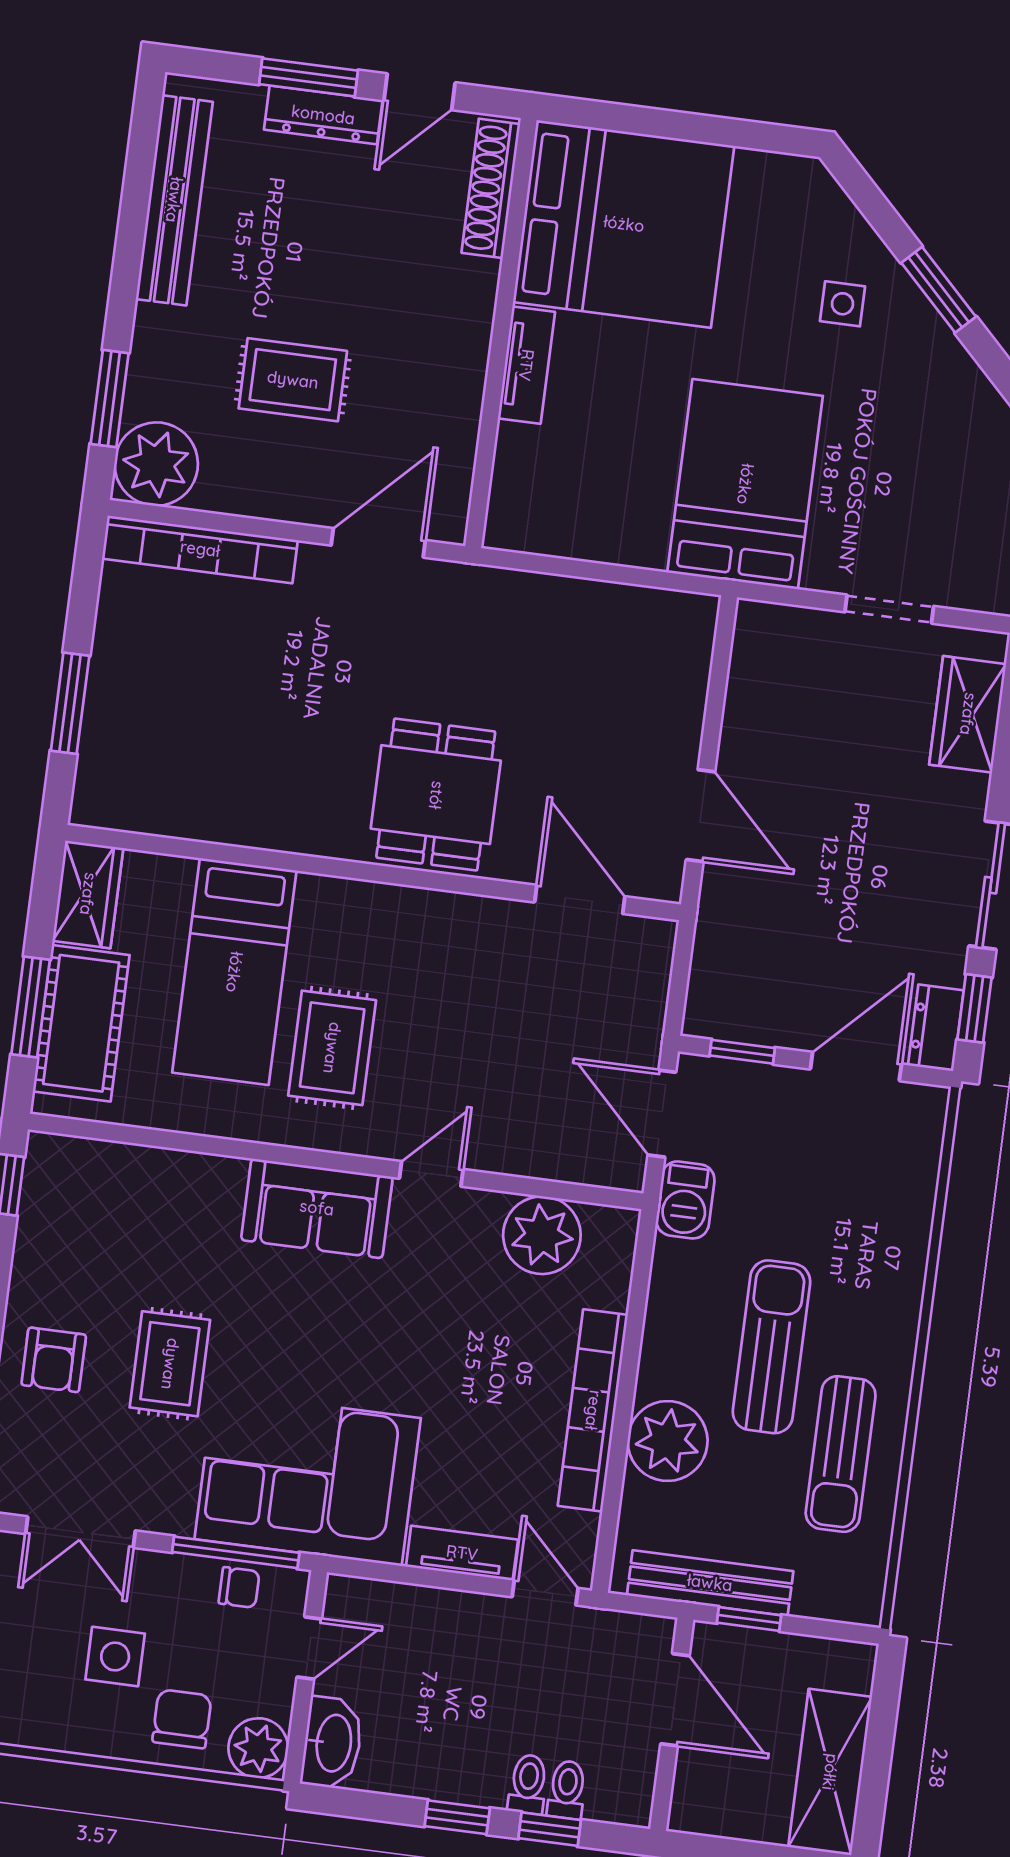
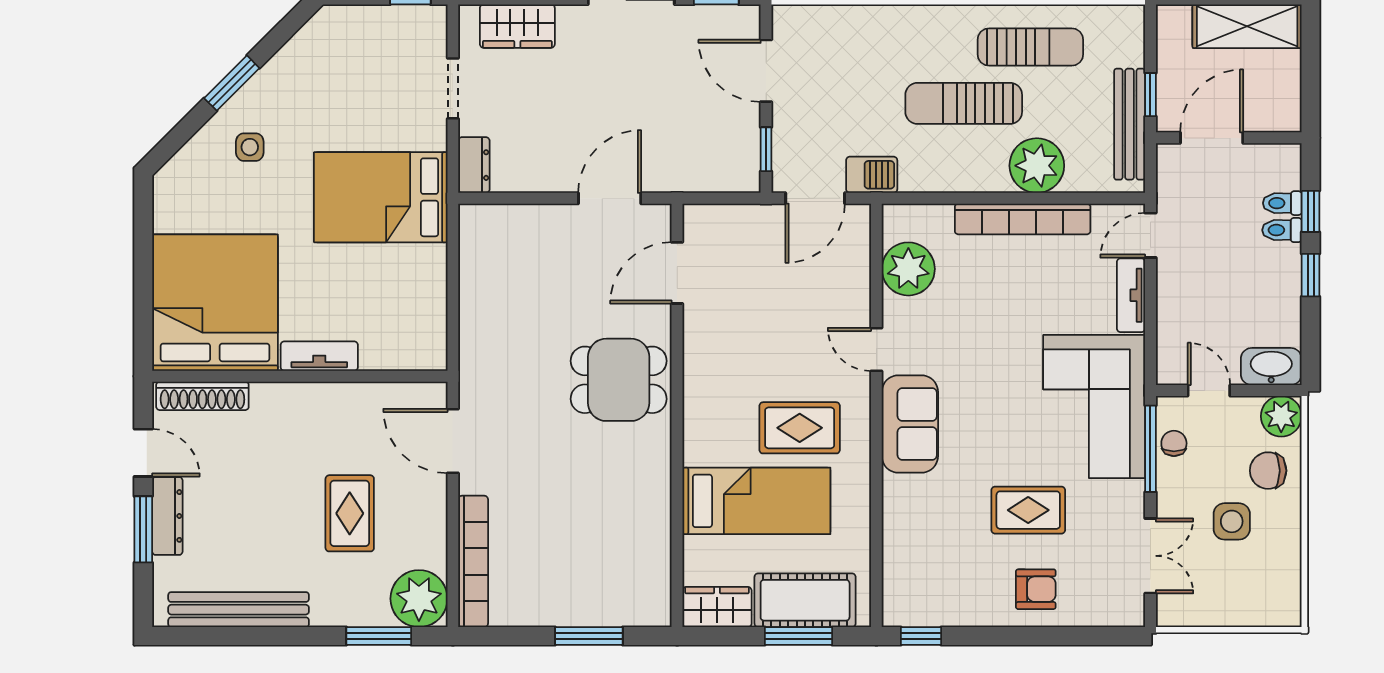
dresser: (936, 1028) -> (474, 165), moved, turned -90

